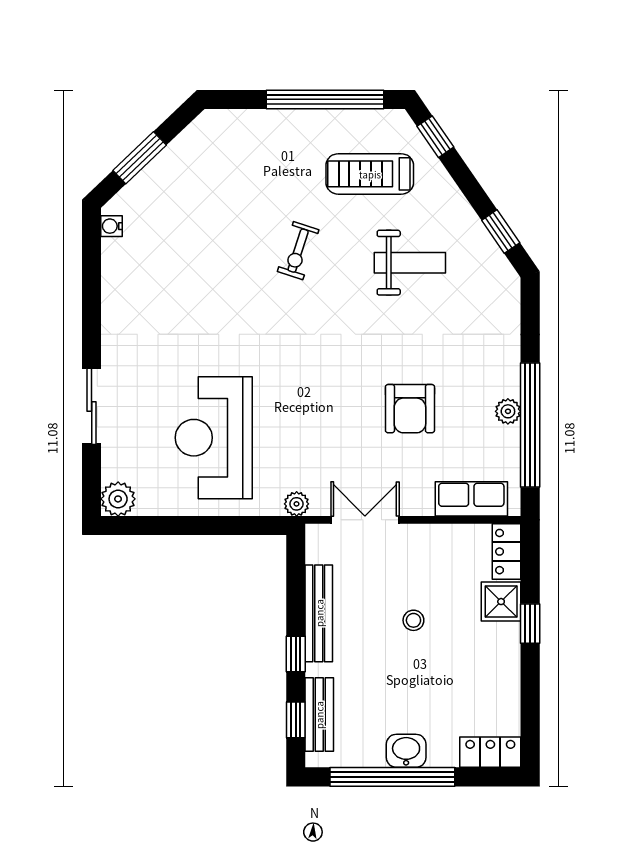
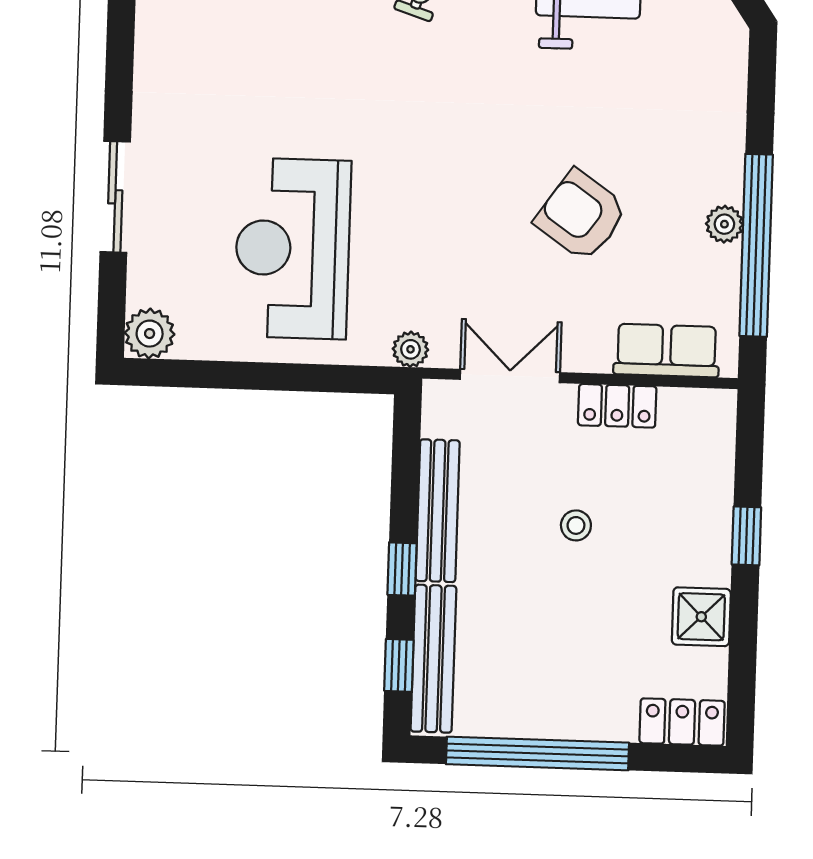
armchair: (410, 409) -> (581, 215), turned 125
locker: (507, 552) -> (617, 406), moved, turned -90
shower: (501, 602) -> (701, 617), moved
bench: (319, 715) -> (433, 659), width x1.36
washbasin: (406, 751) -> (559, 716), removed

